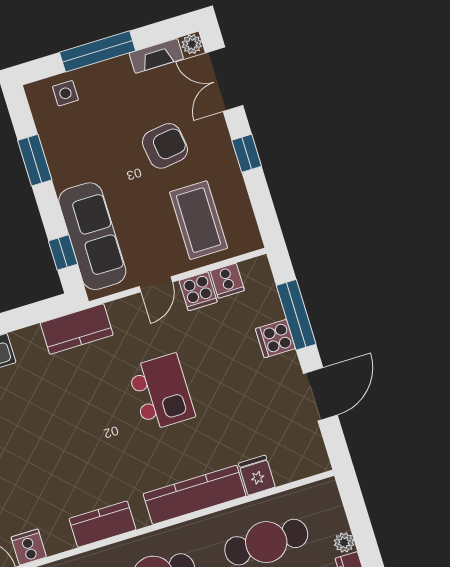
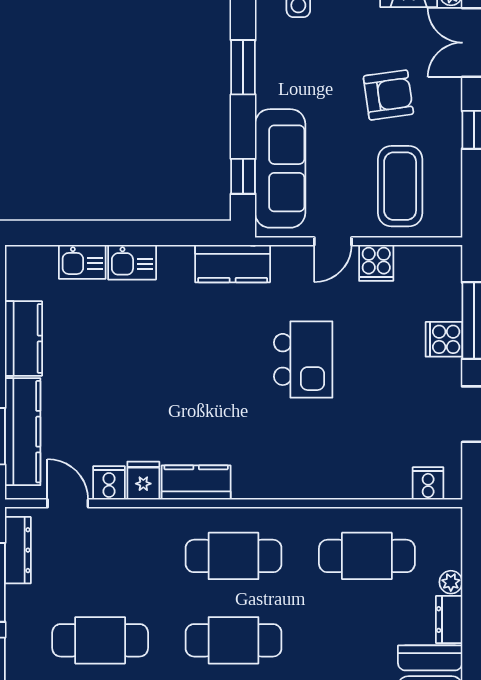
cooker: (227, 281) -> (428, 483), moved, turned 180
fridge: (257, 475) -> (143, 481), moved
kitchen counter: (195, 495) -> (305, 481), removed

